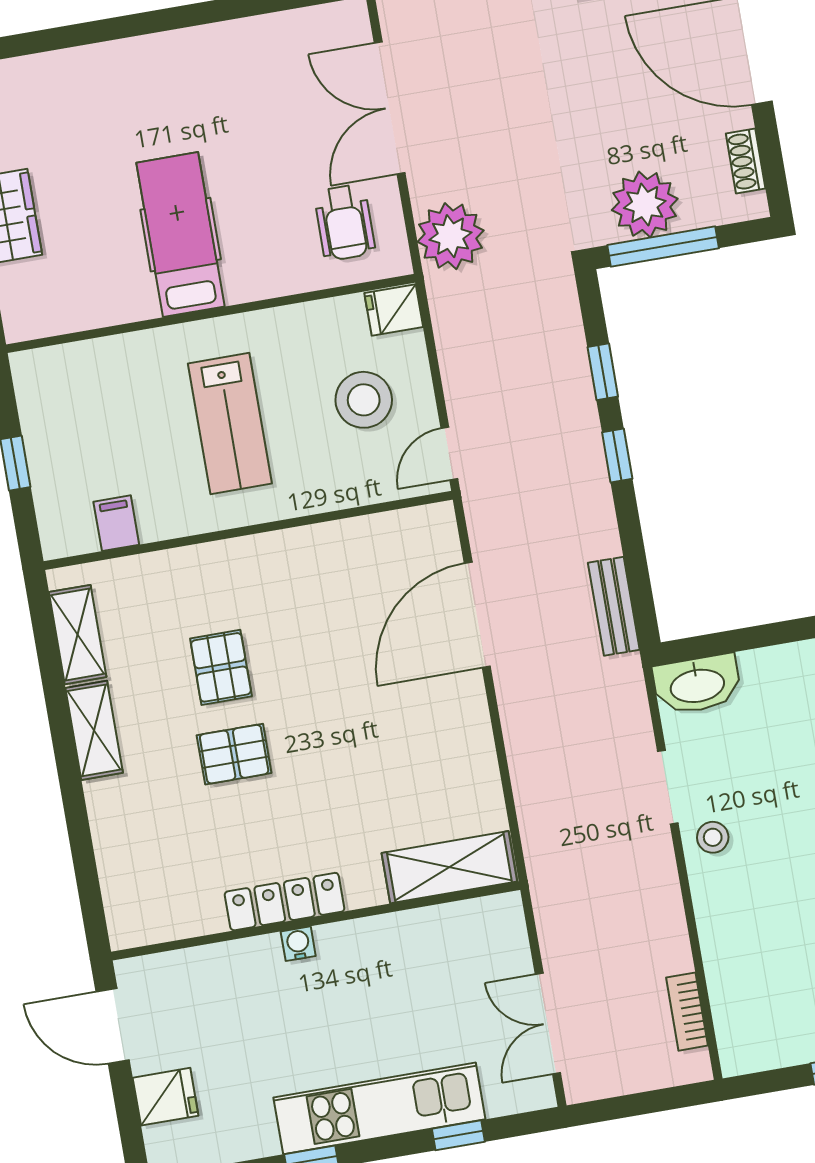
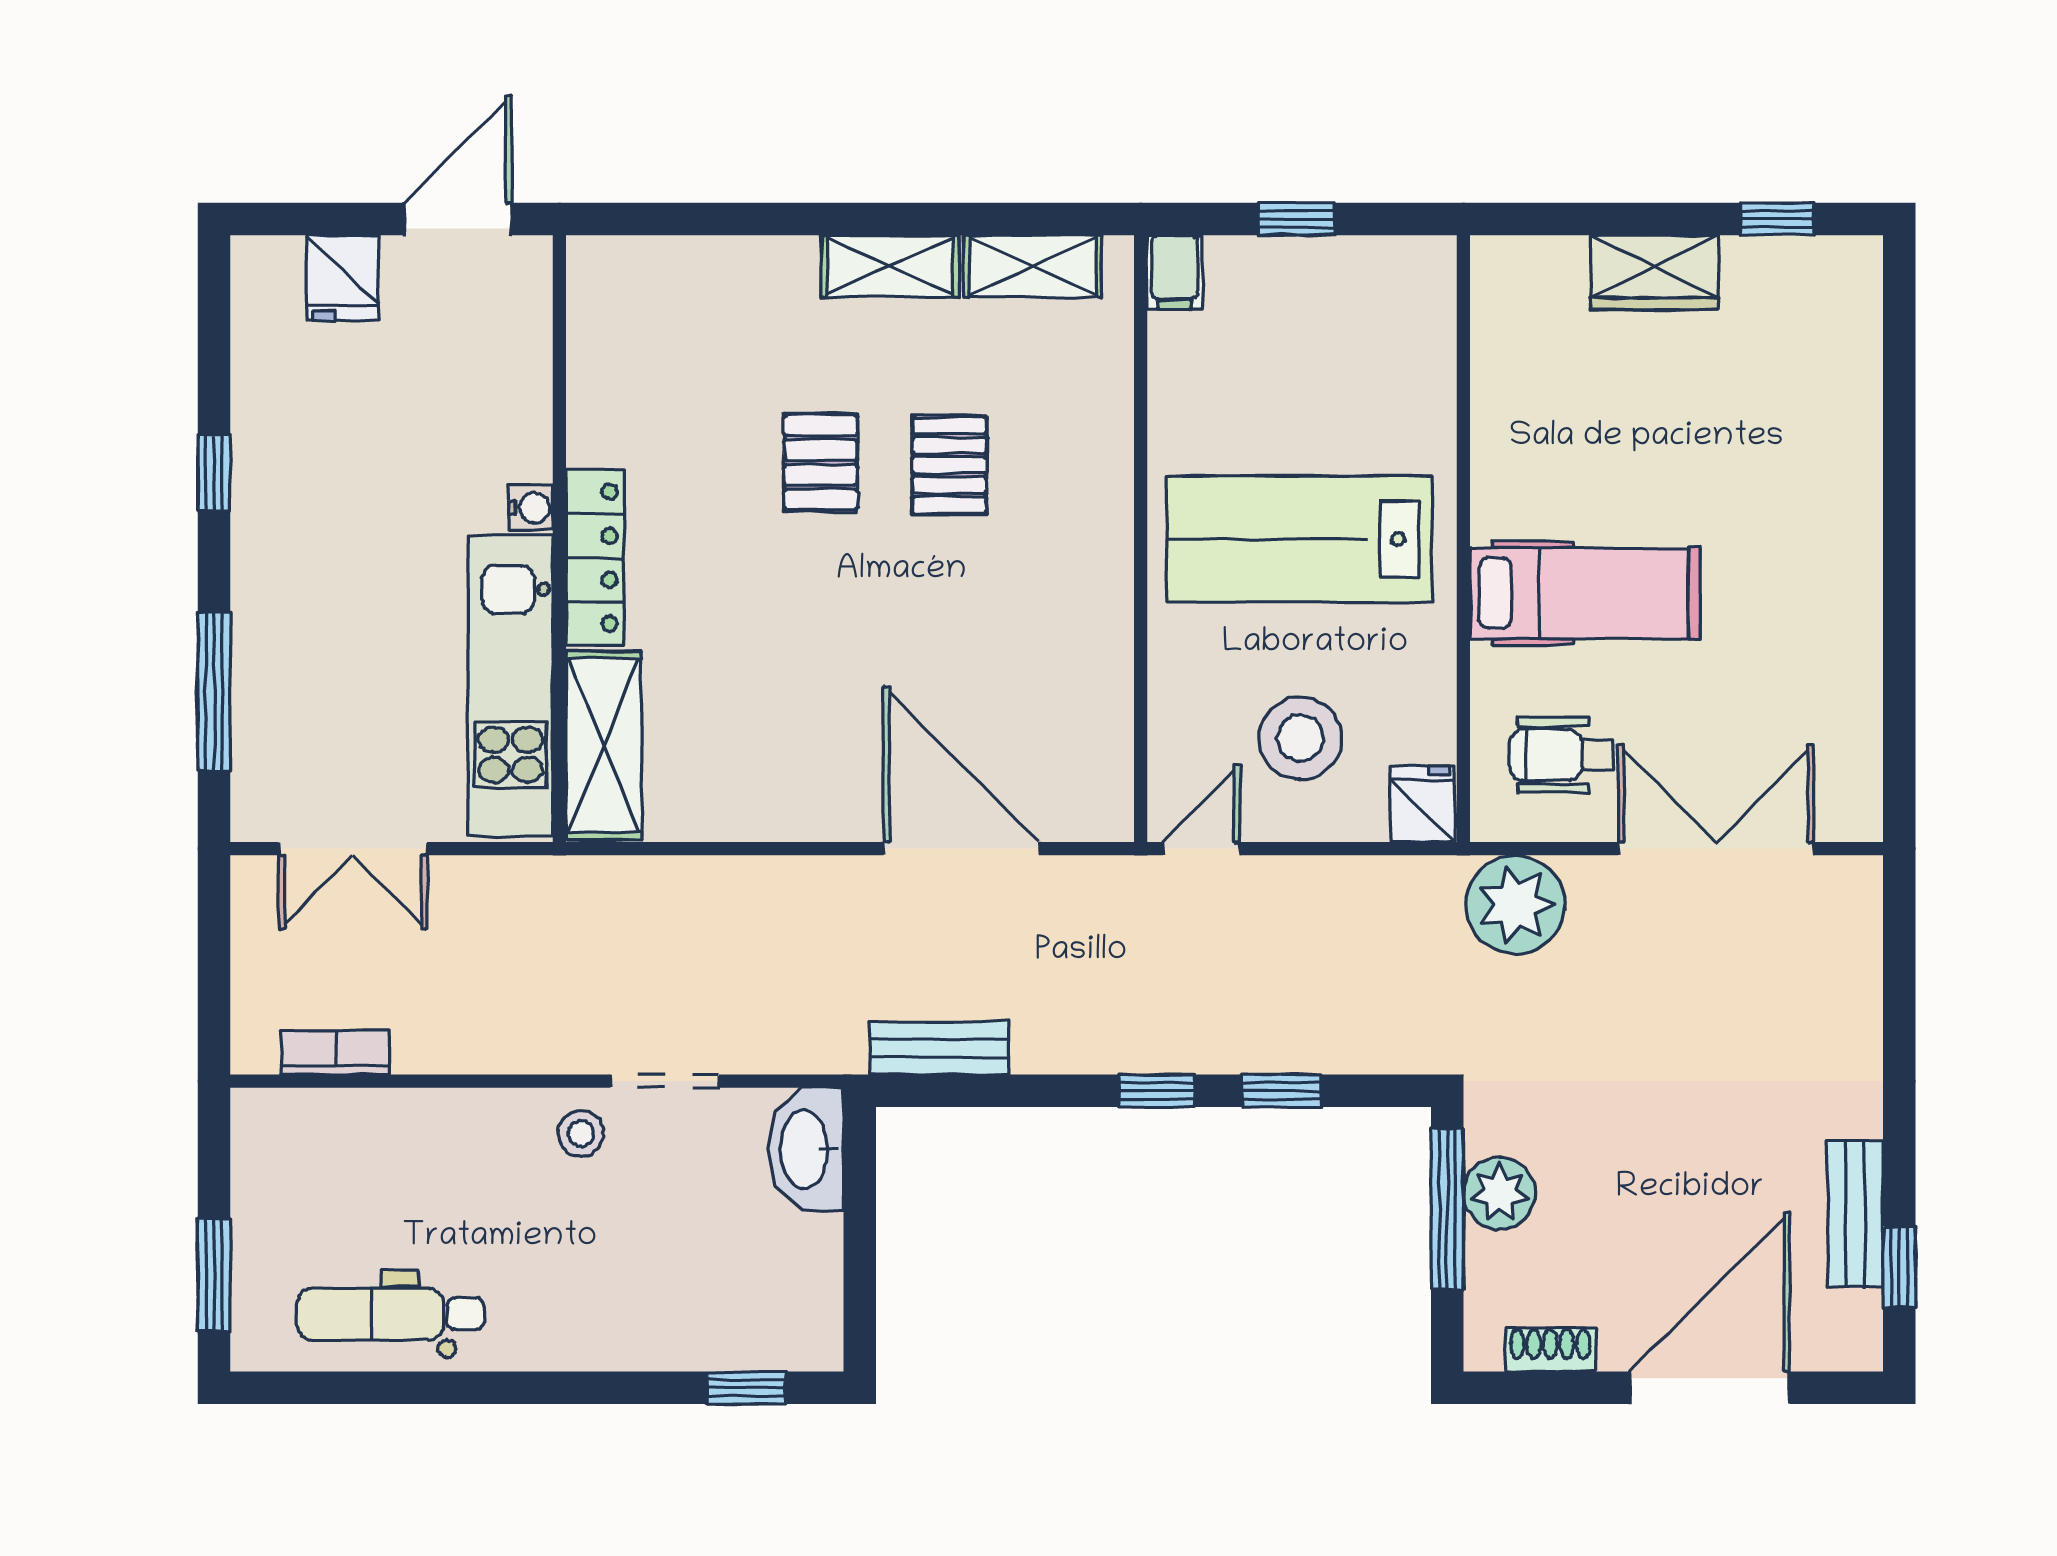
plant: (645, 204) -> (1500, 1193), width x0.73, depth x0.73
hospital bed: (181, 235) -> (1585, 593), moved
lab bench: (230, 423) -> (1300, 539), width x1.36, depth x1.39
door: (449, 454) -> (1201, 849), hinge flipped
filing cabinet: (116, 523) -> (1175, 272), moved, turned 90
pallet: (221, 667) -> (949, 465), turned 90
locker: (285, 902) -> (595, 558), moved
double door: (548, 1024) -> (353, 849), swing flipped
kitchen unit: (379, 1108) -> (511, 686), moved, turned 180
window: (458, 1135) -> (214, 691), width x2.17

